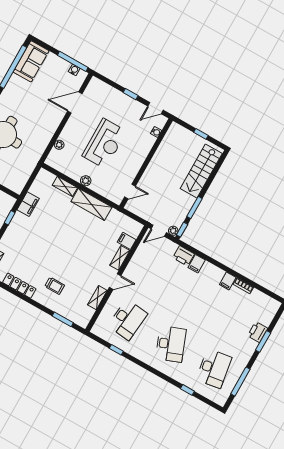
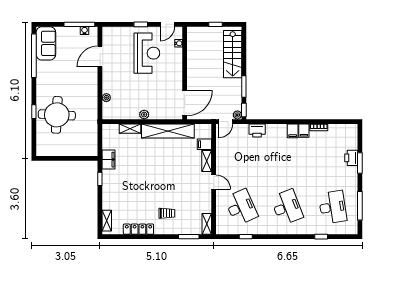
reception desk: (104, 143) -> (147, 53), moved
door: (130, 192) -> (185, 103), width x1.88
shelving: (91, 204) -> (168, 131), width x1.47
filing cabinet: (197, 264) -> (293, 131), moved
door: (115, 282) -> (214, 182), hinge flipped
shelving: (97, 298) -> (207, 224), moved
desk: (128, 320) -> (241, 207), turned -30

